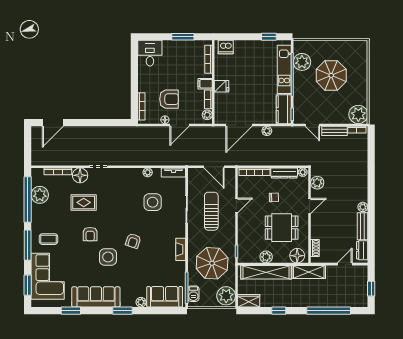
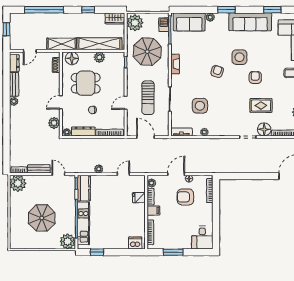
plant: (302, 62) -> (68, 241), moved
fridge: (221, 86) -> (139, 198), moved
door: (239, 125) -> (123, 174), width x0.53

